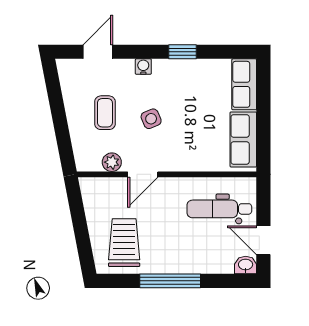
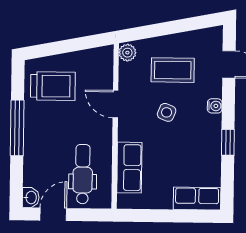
coffee table: (105, 113) -> (173, 70), width x1.36, depth x1.30
side table: (151, 119) -> (167, 112), turned 45
row of seats: (243, 139) -> (129, 168), moved, turned 90
plant: (112, 162) -> (127, 53), moved

